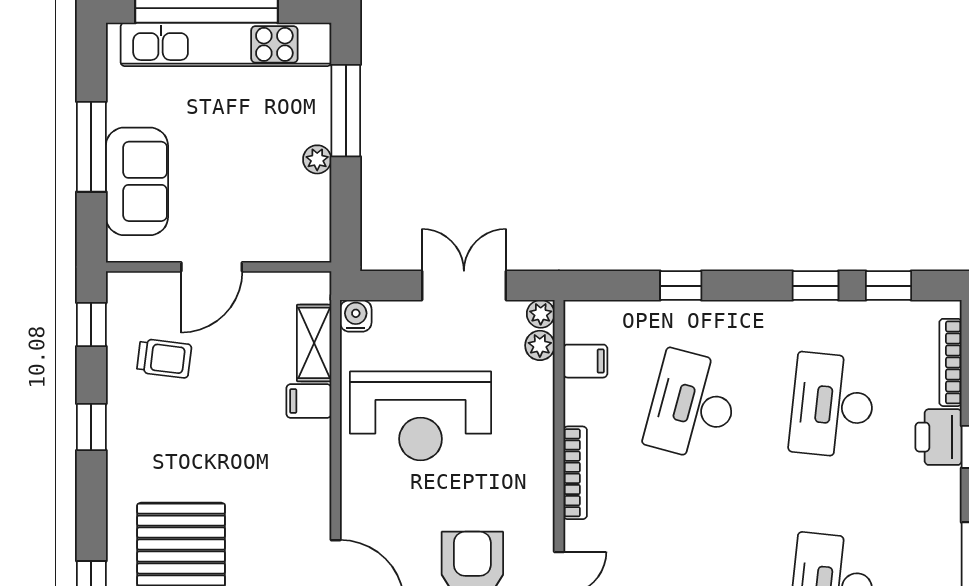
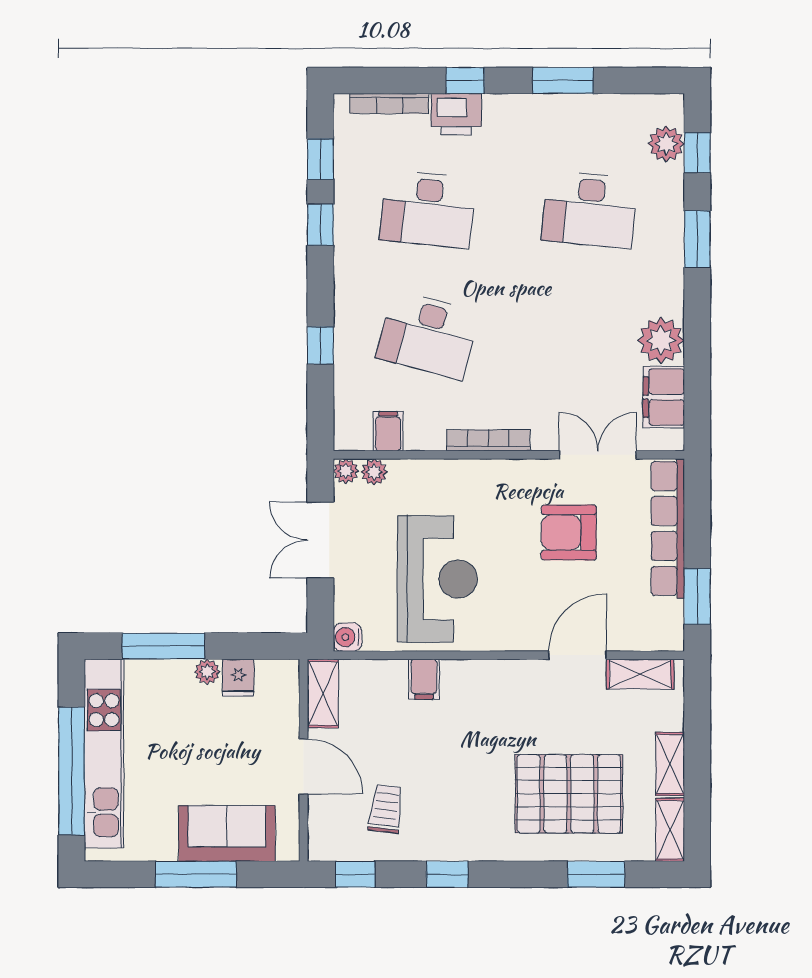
fridge: (310, 194) -> (238, 678), added
shelving: (314, 343) -> (323, 693), moved, turned 90

